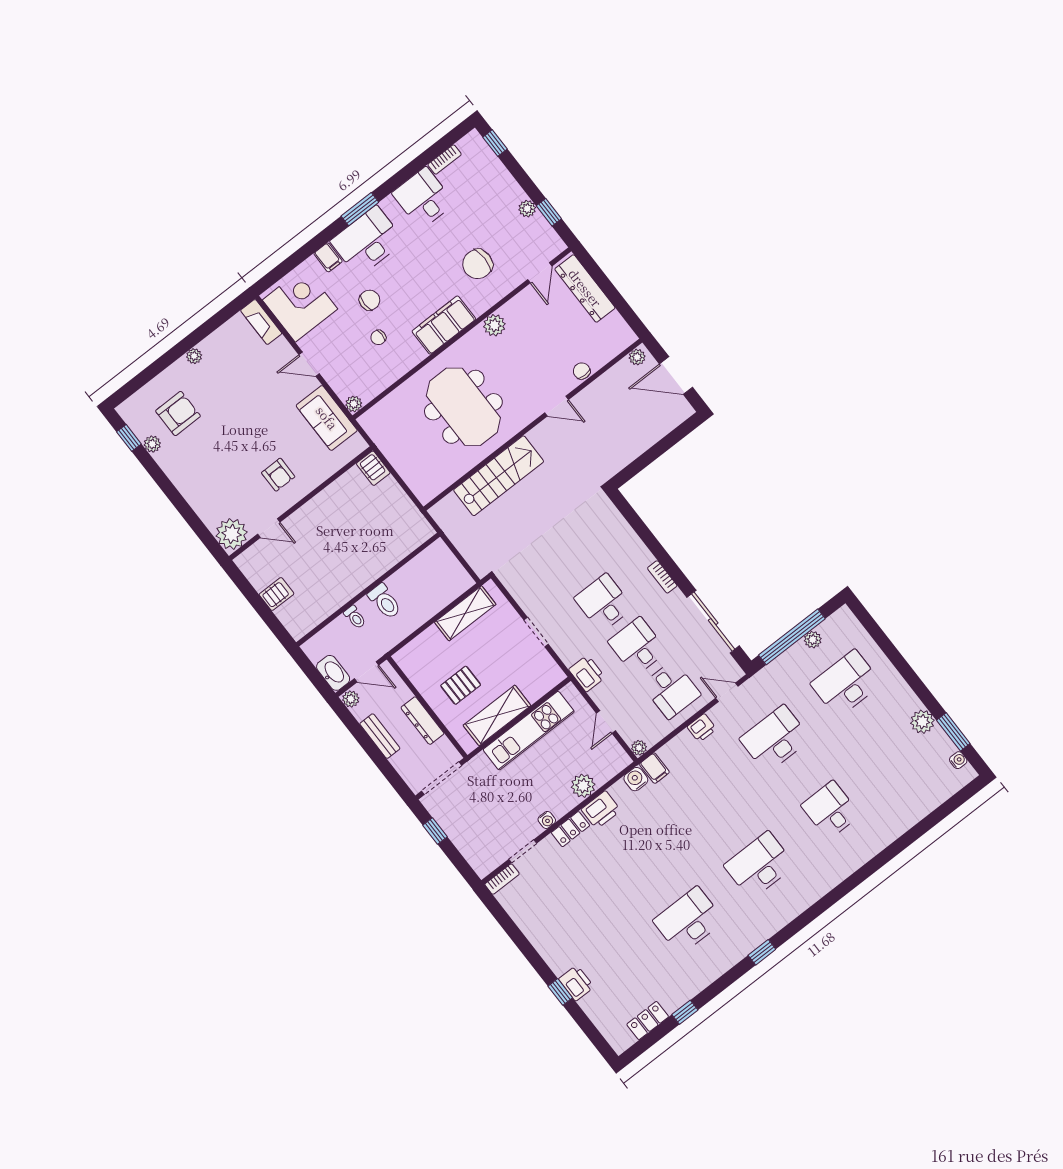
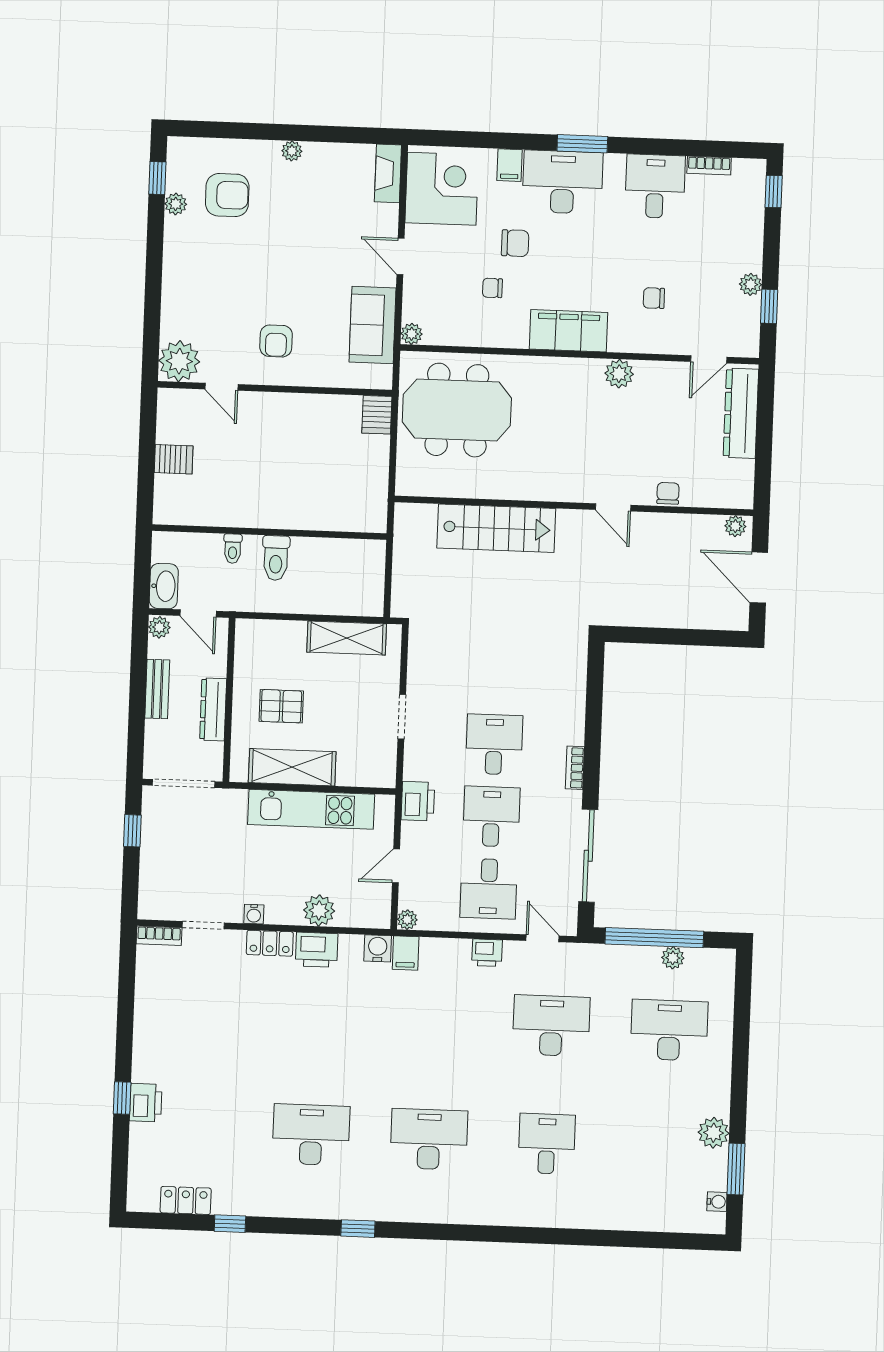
chair: (478, 264) -> (654, 298), width x0.54, depth x0.54
meeting table: (463, 407) -> (457, 410), moved, turned 90

